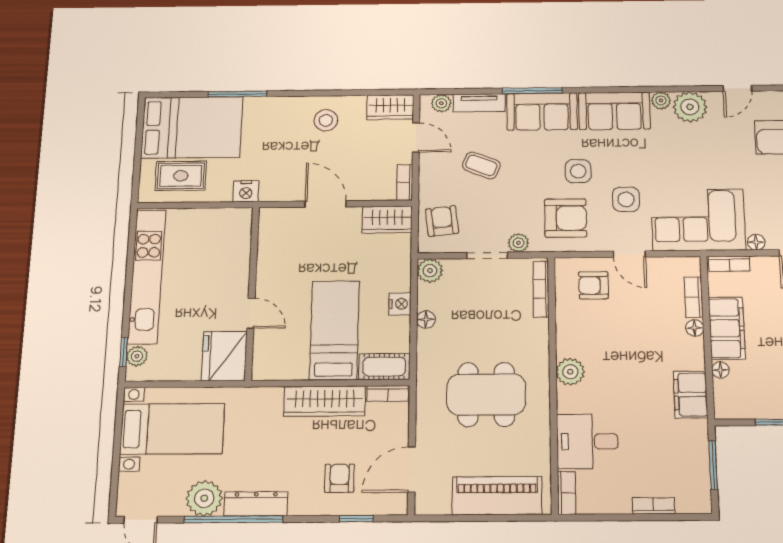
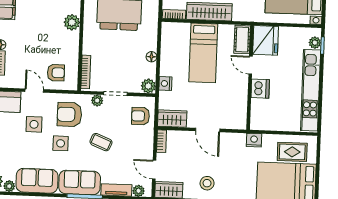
coffee table: (481, 165) -> (101, 142), moved
armchair: (442, 221) -> (141, 116), turned 97
dishwasher: (235, 275) -> (260, 89), added
nightstand: (400, 304) -> (165, 84), moved
cot: (384, 367) -> (242, 40), moved, turned 90

